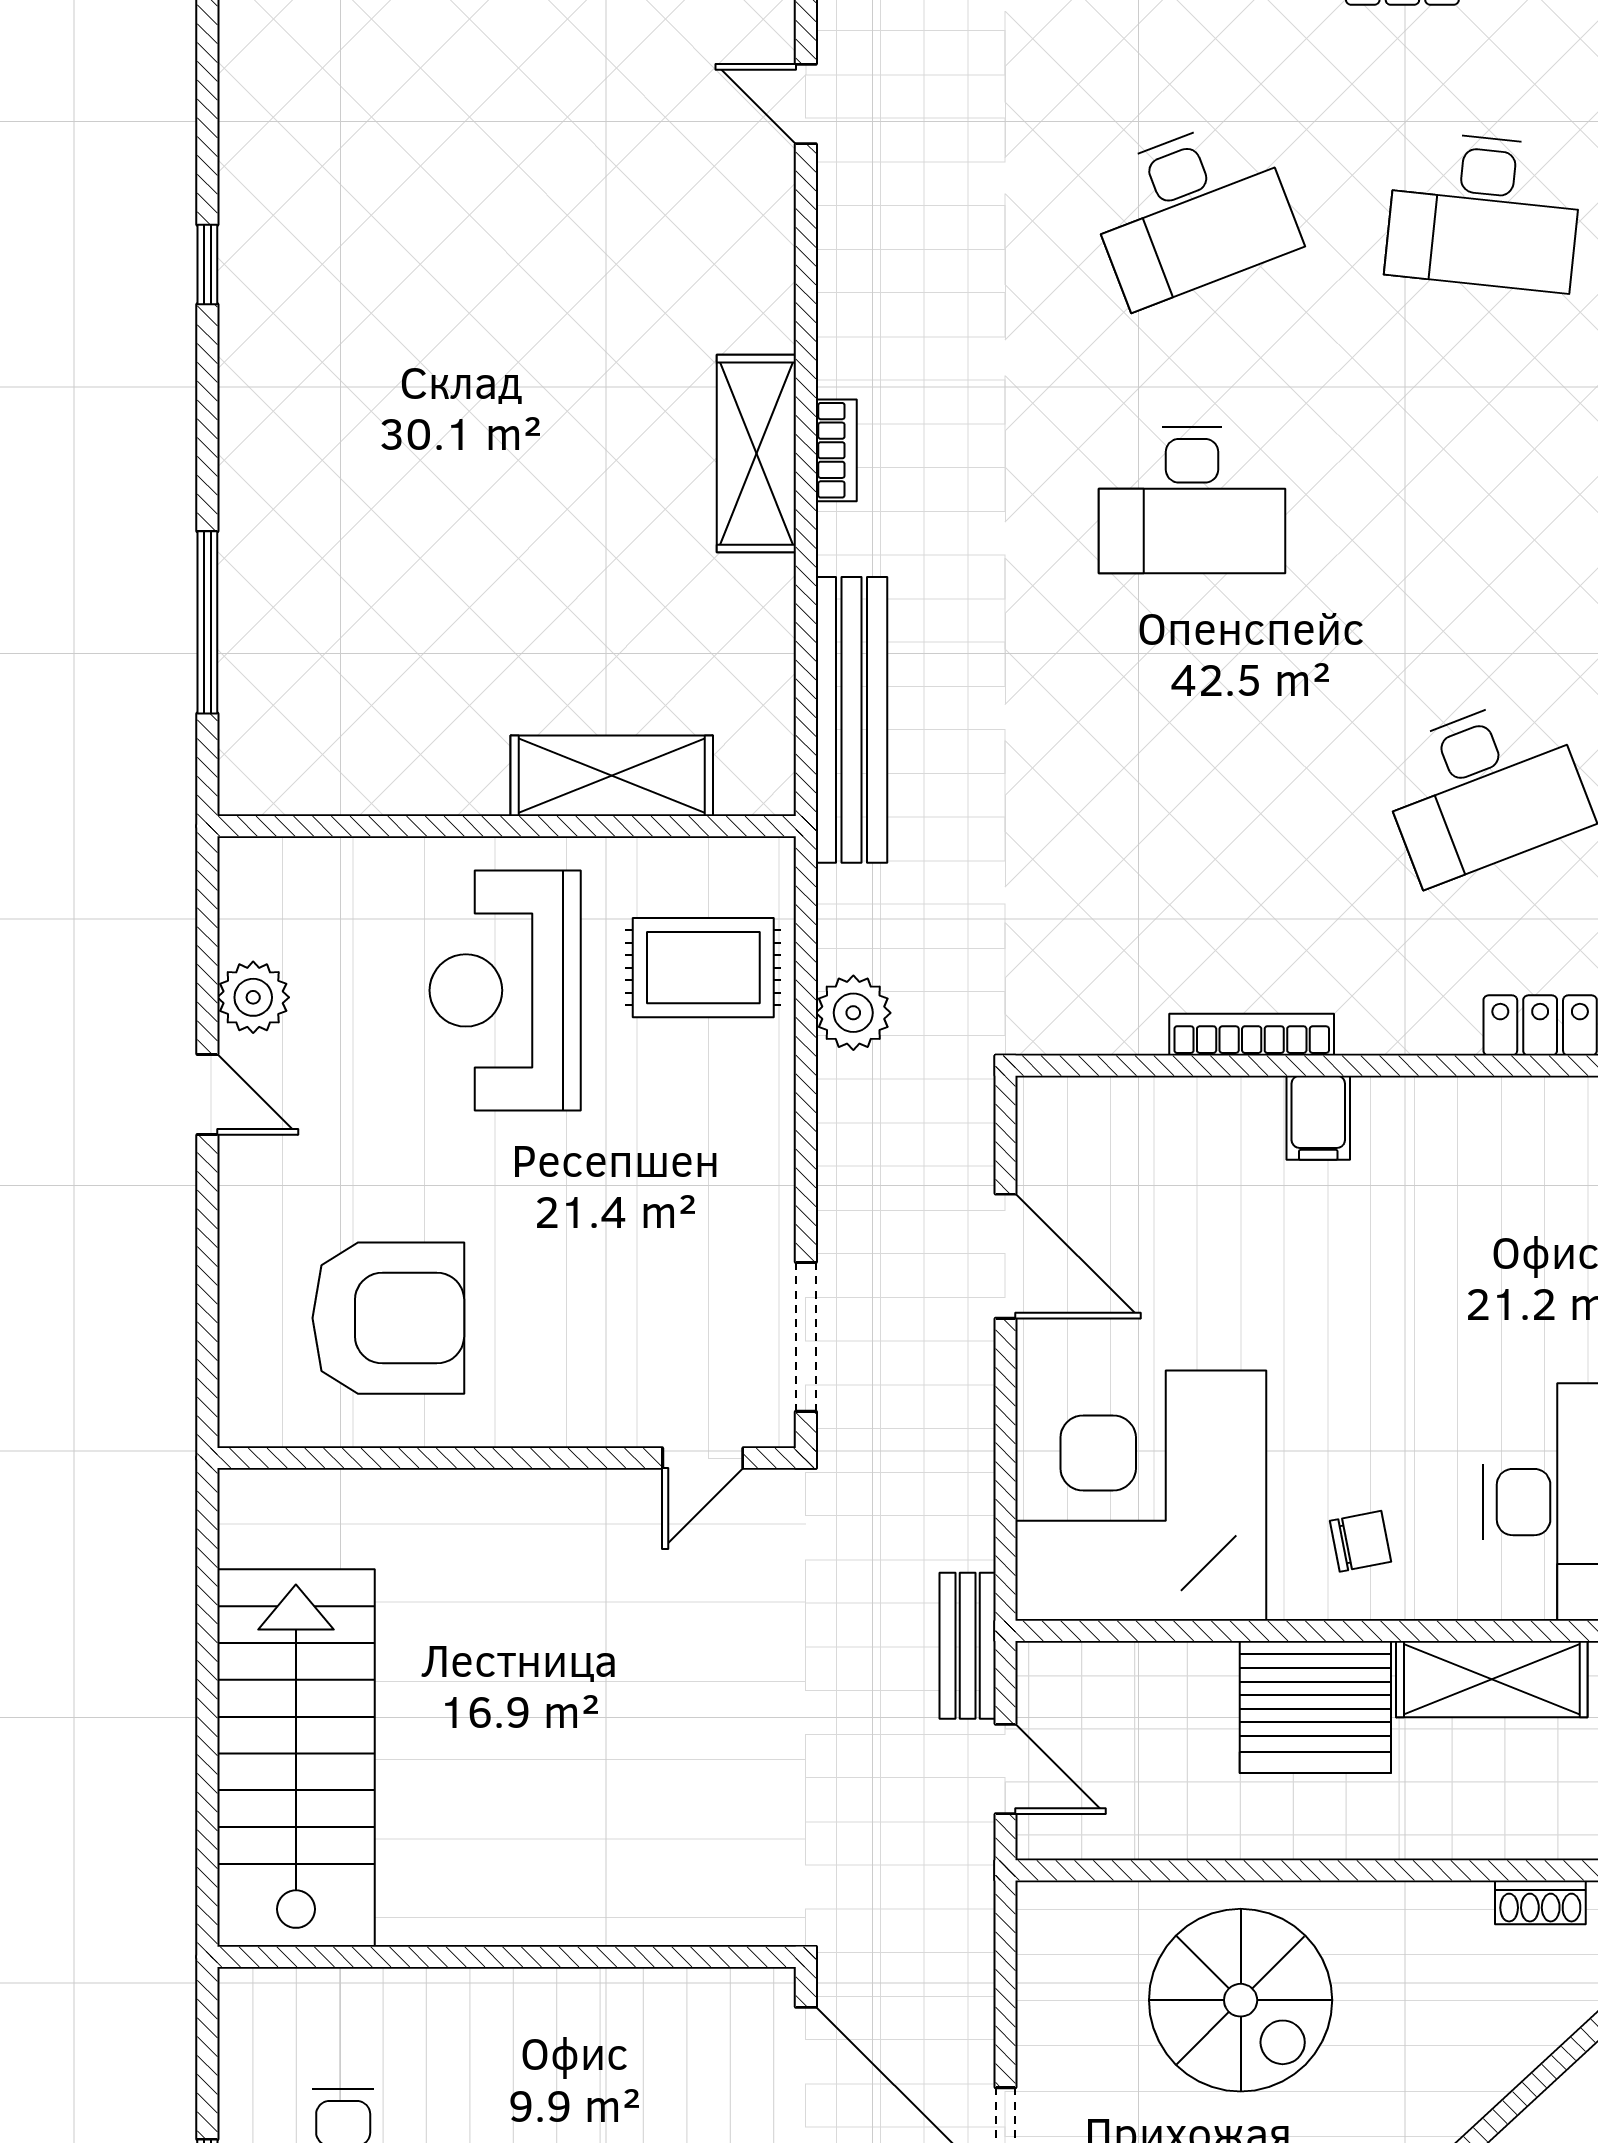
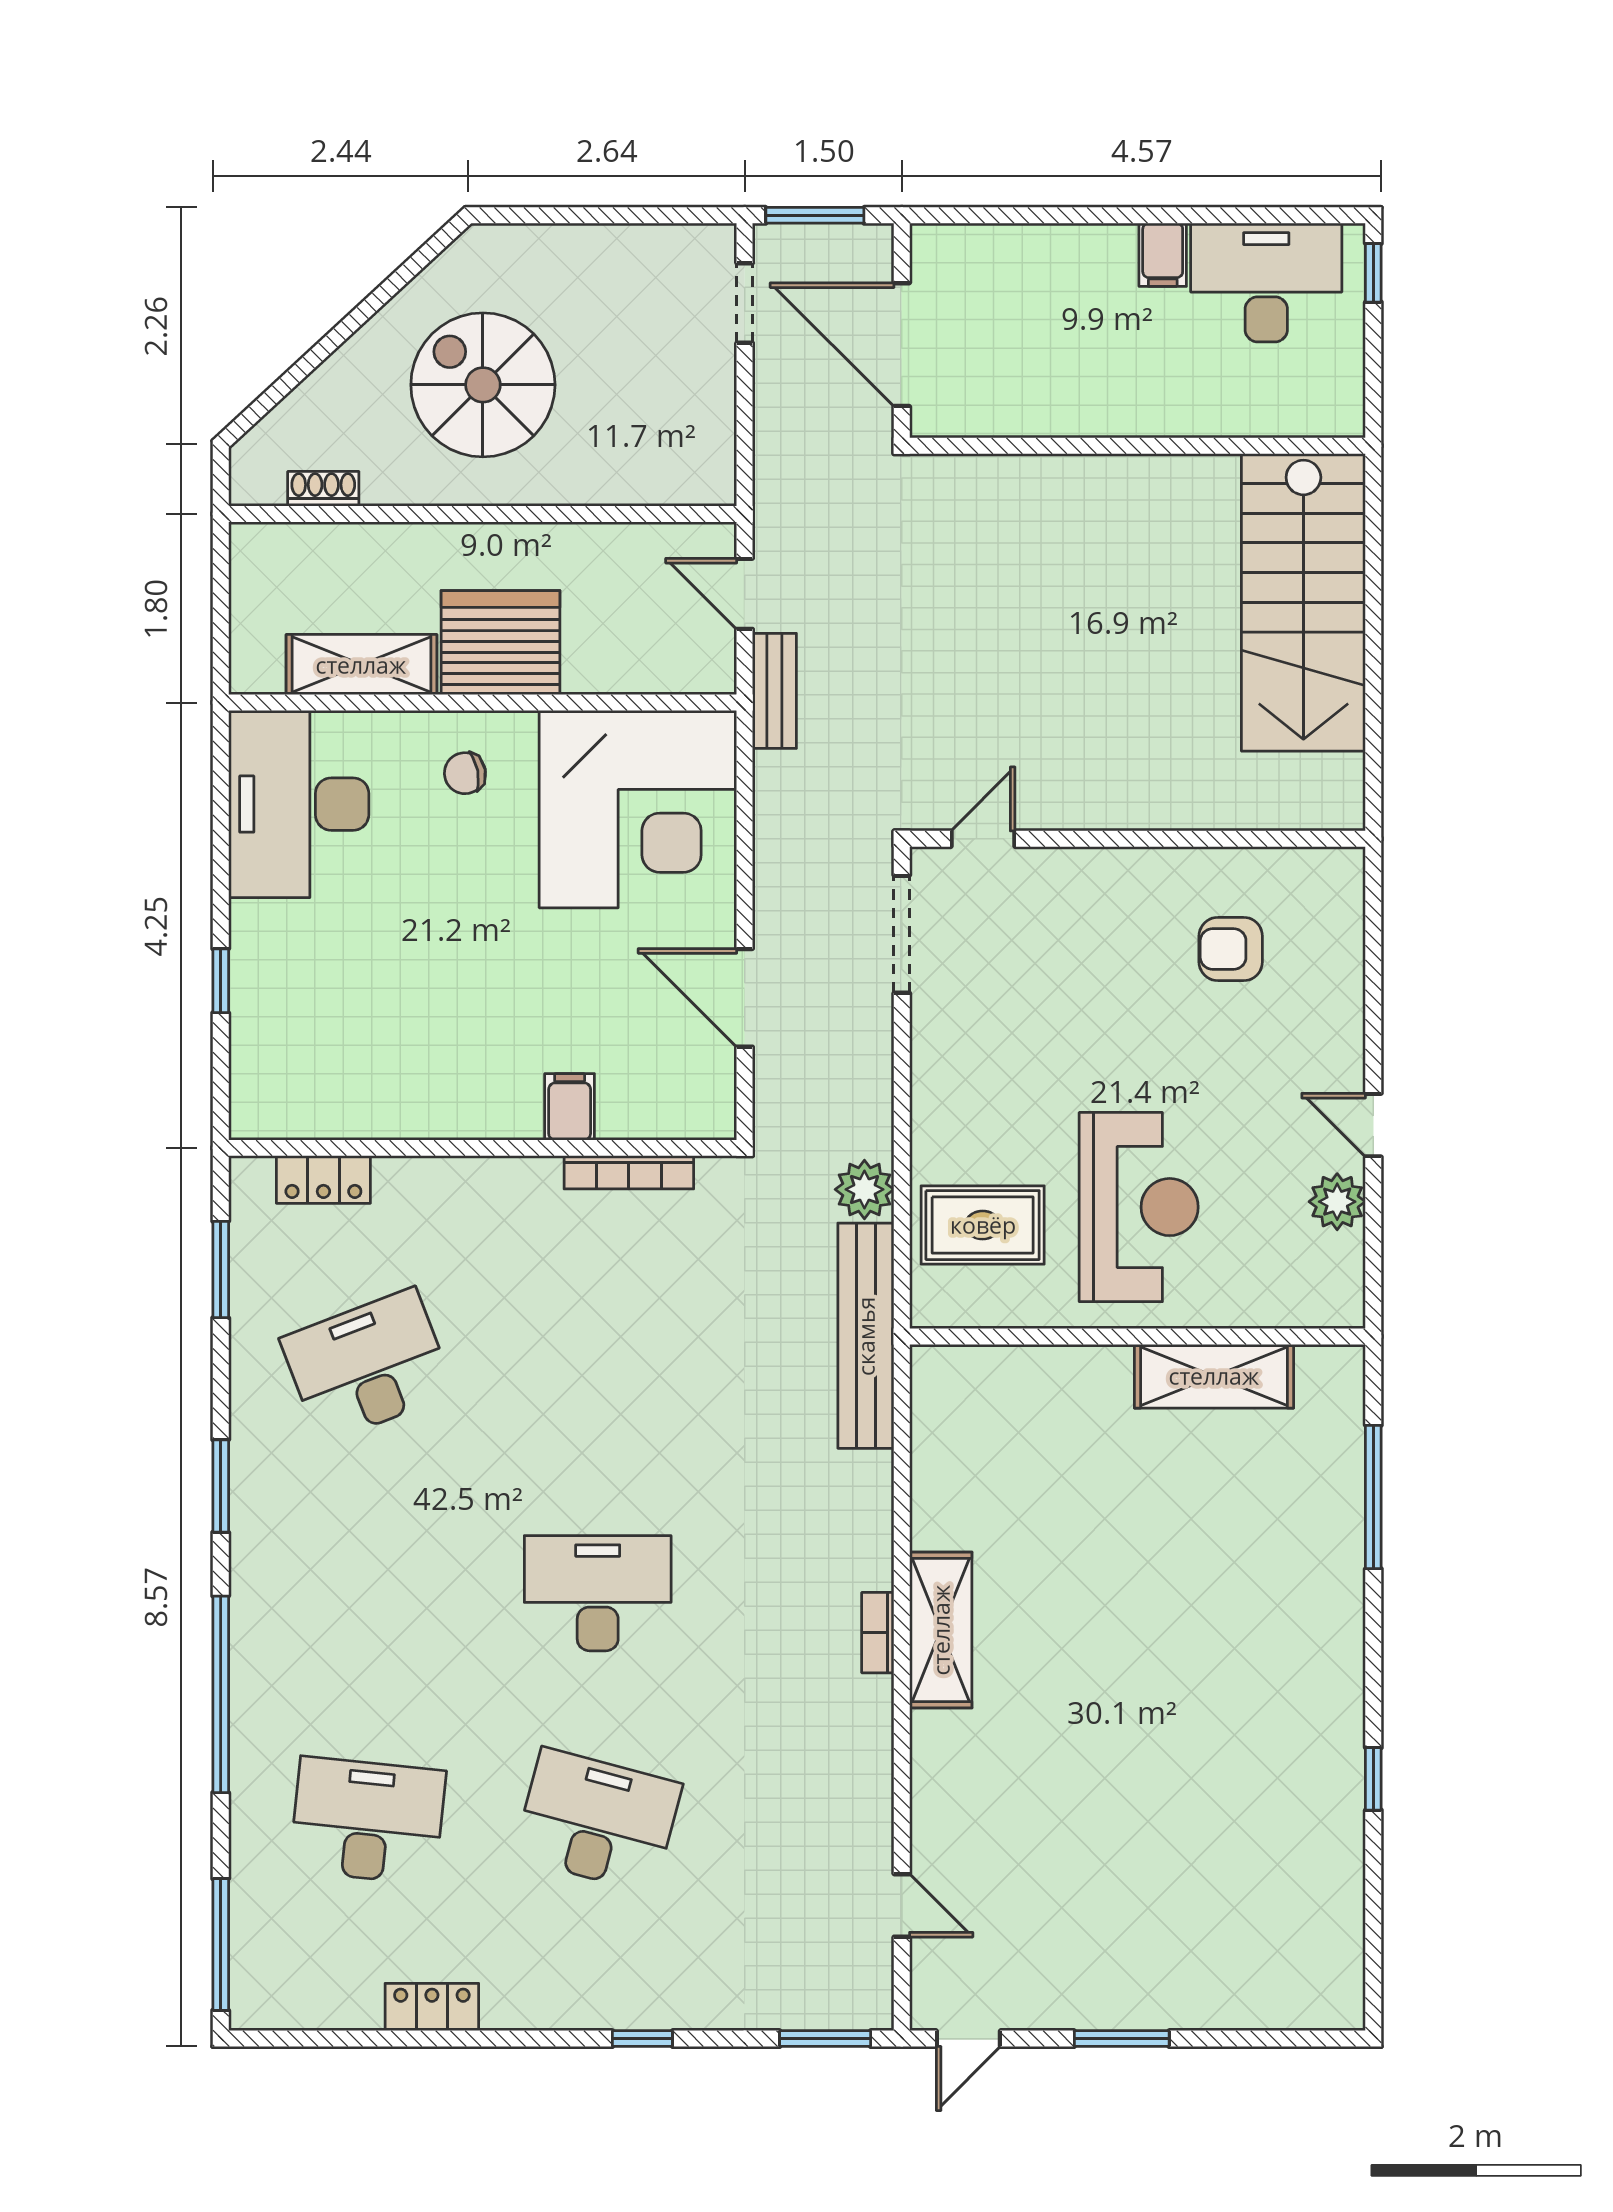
desk: (1192, 212) -> (598, 1821), turned 36
bench: (851, 720) -> (866, 1336), moved
shelving: (612, 776) -> (1214, 1376), moved
bookcase: (1252, 1035) -> (629, 1172), moved
filing cabinet: (1318, 1118) -> (570, 1107), moved
armchair: (388, 1318) -> (1231, 949), width x0.53, depth x0.53
spiral stairs: (1241, 2000) -> (483, 385), moved

